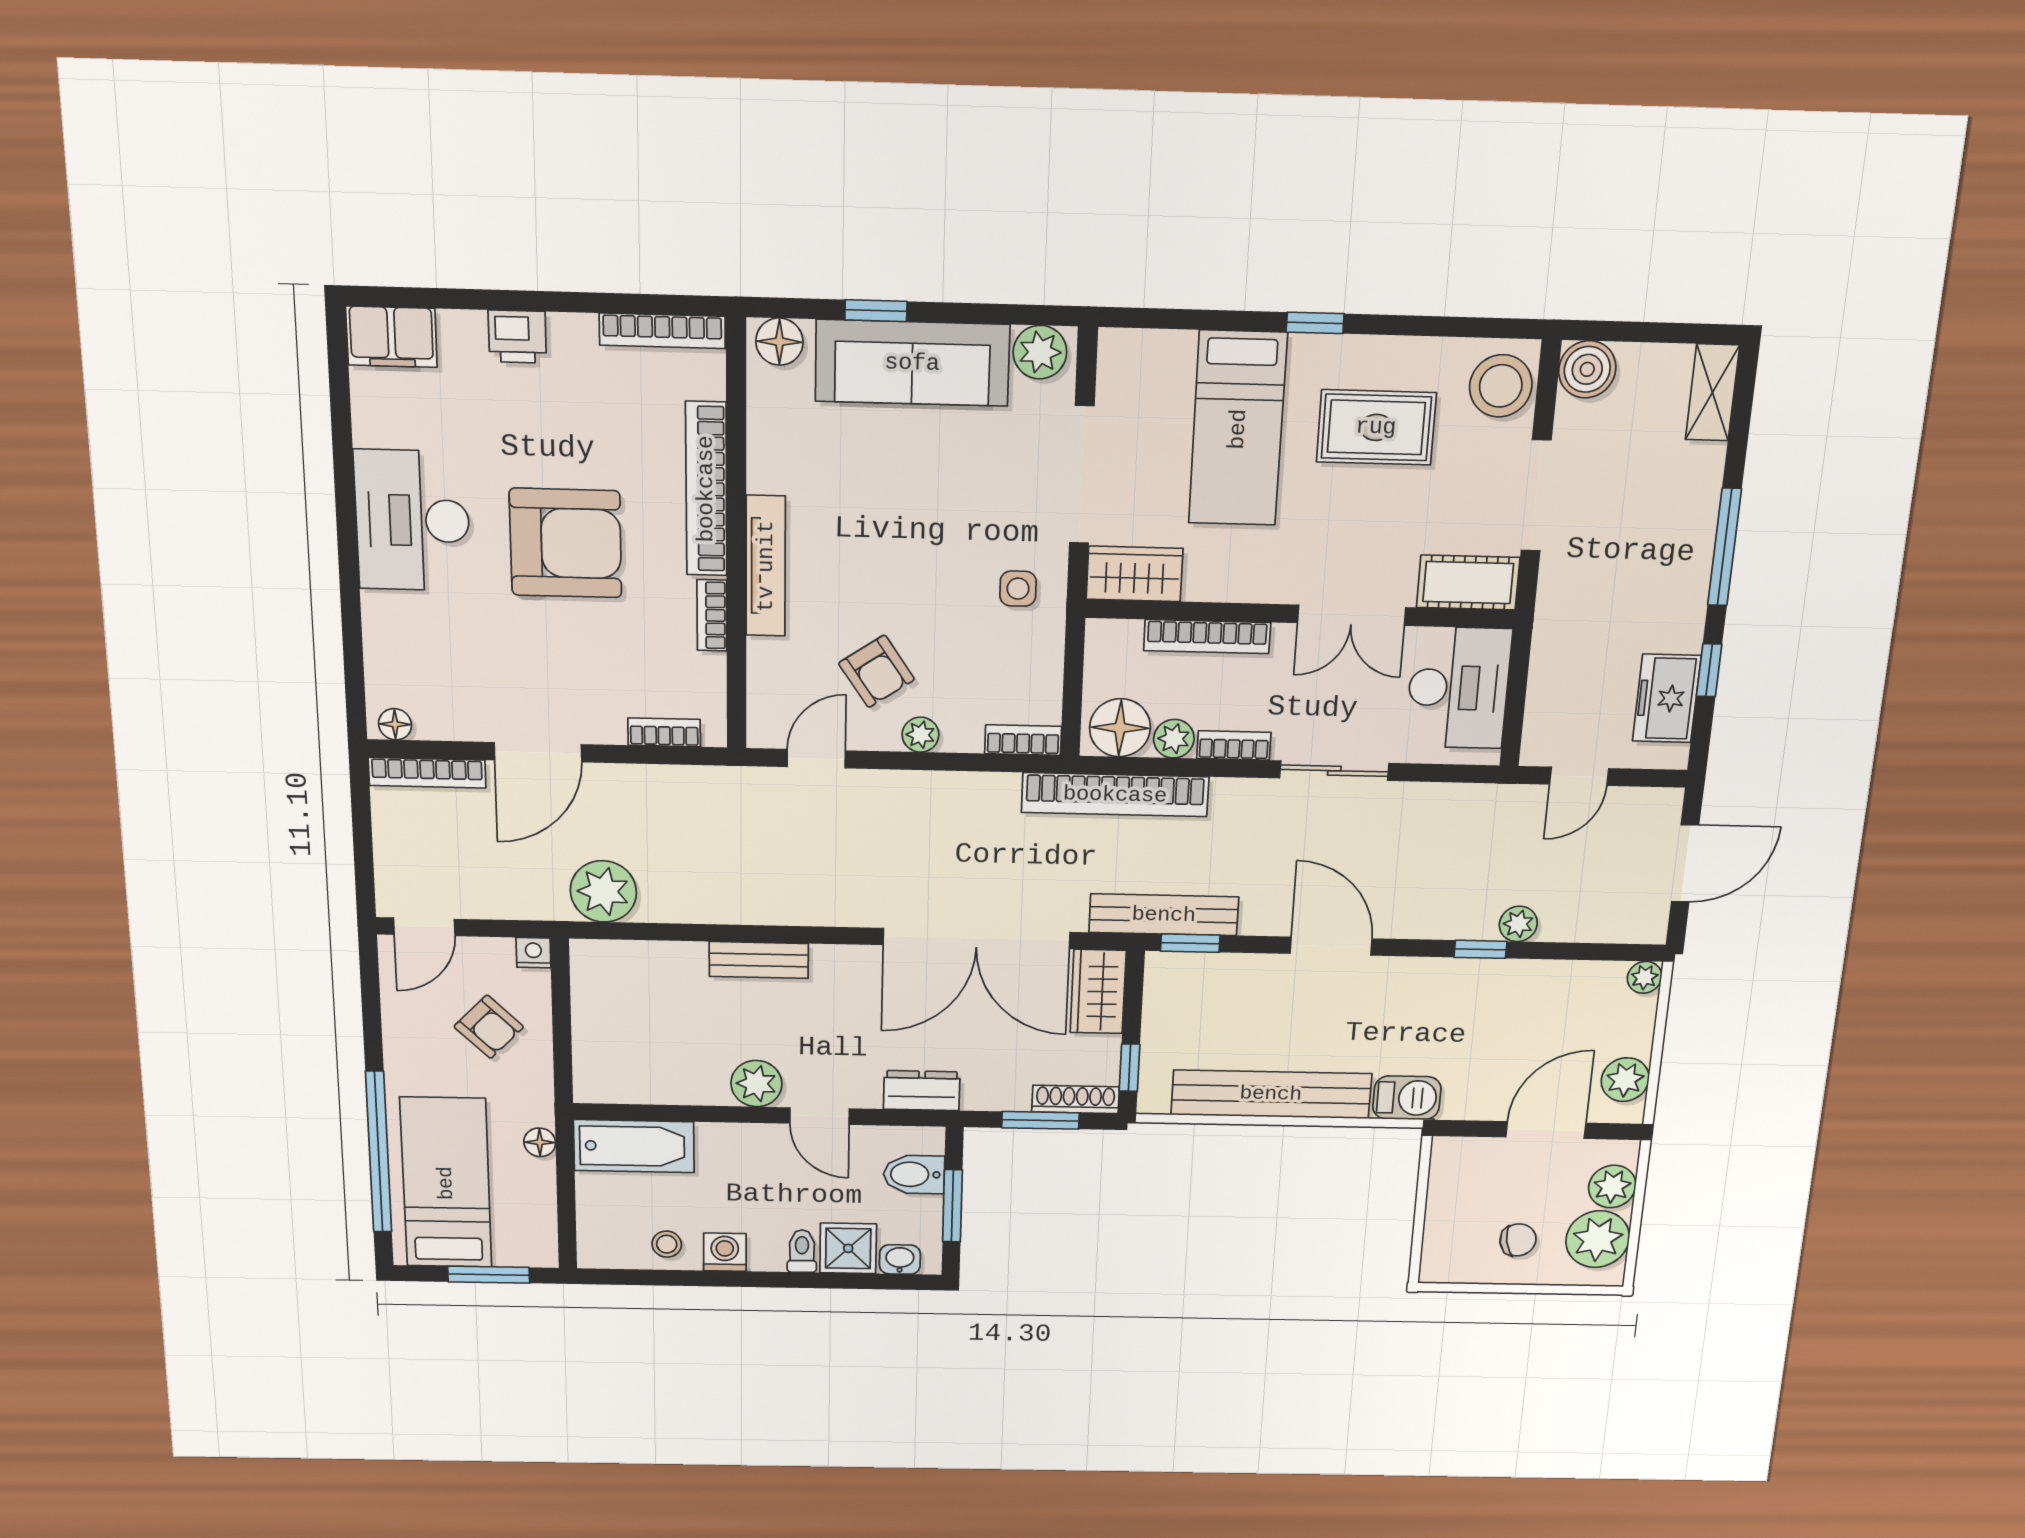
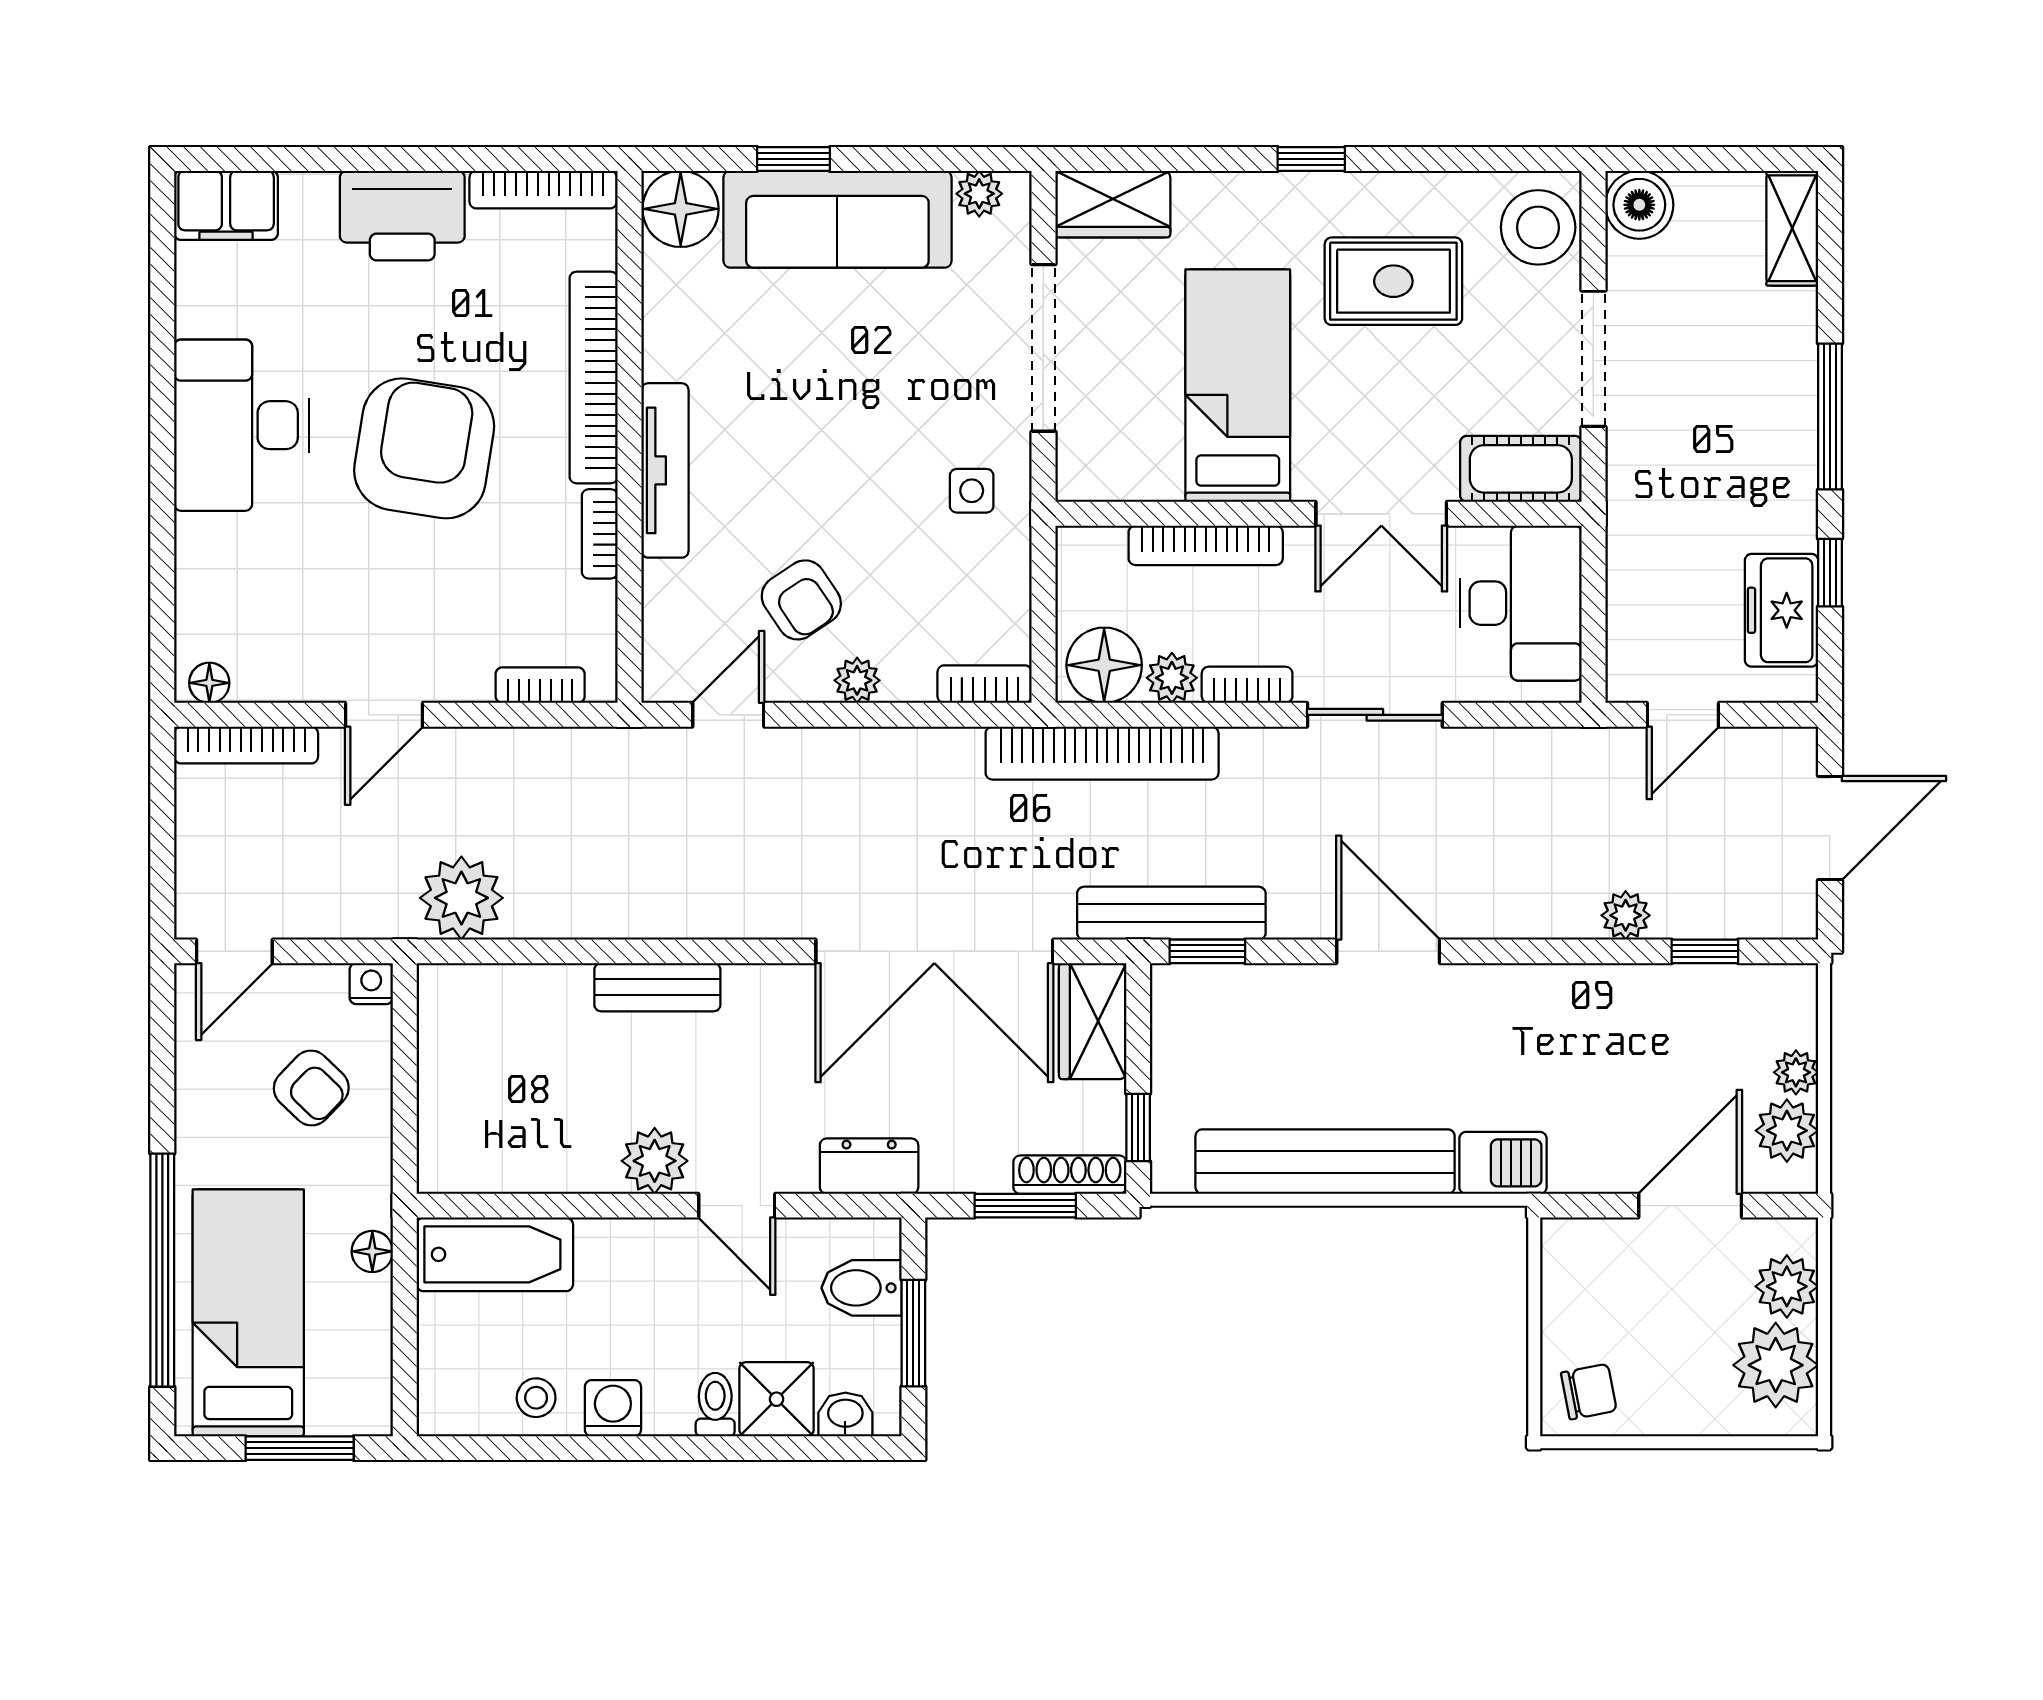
printer: (517, 337) -> (402, 216), width x1.87, depth x1.48
floor lamp: (779, 342) -> (681, 209), width x1.38, depth x1.38
plant: (1040, 352) -> (979, 194), width x0.73, depth x0.73
bed: (1238, 429) -> (1238, 386), moved, turned 180
armchair: (566, 543) -> (424, 448), turned -81
wardrobe: (1135, 574) -> (1113, 204), moved, turned 180
door: (538, 752) -> (384, 715), width x0.73
window: (1480, 949) -> (1705, 951), moved
plant: (1645, 977) -> (1796, 1072), moved
chair: (1518, 1240) -> (1589, 1392), moved

